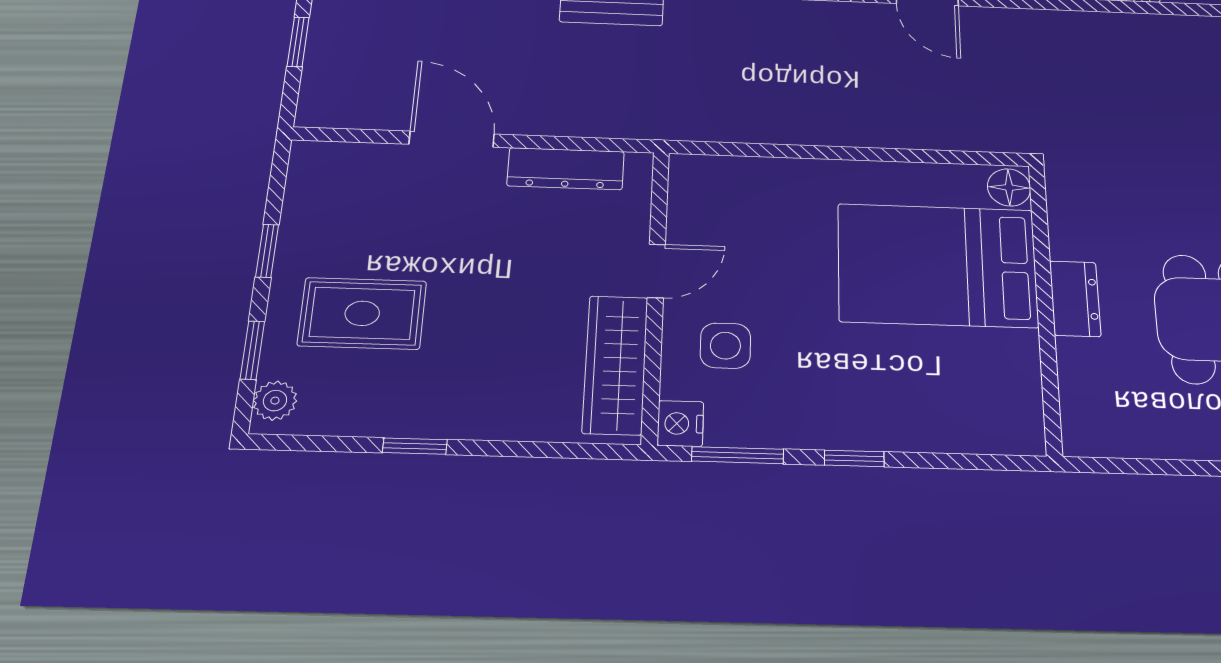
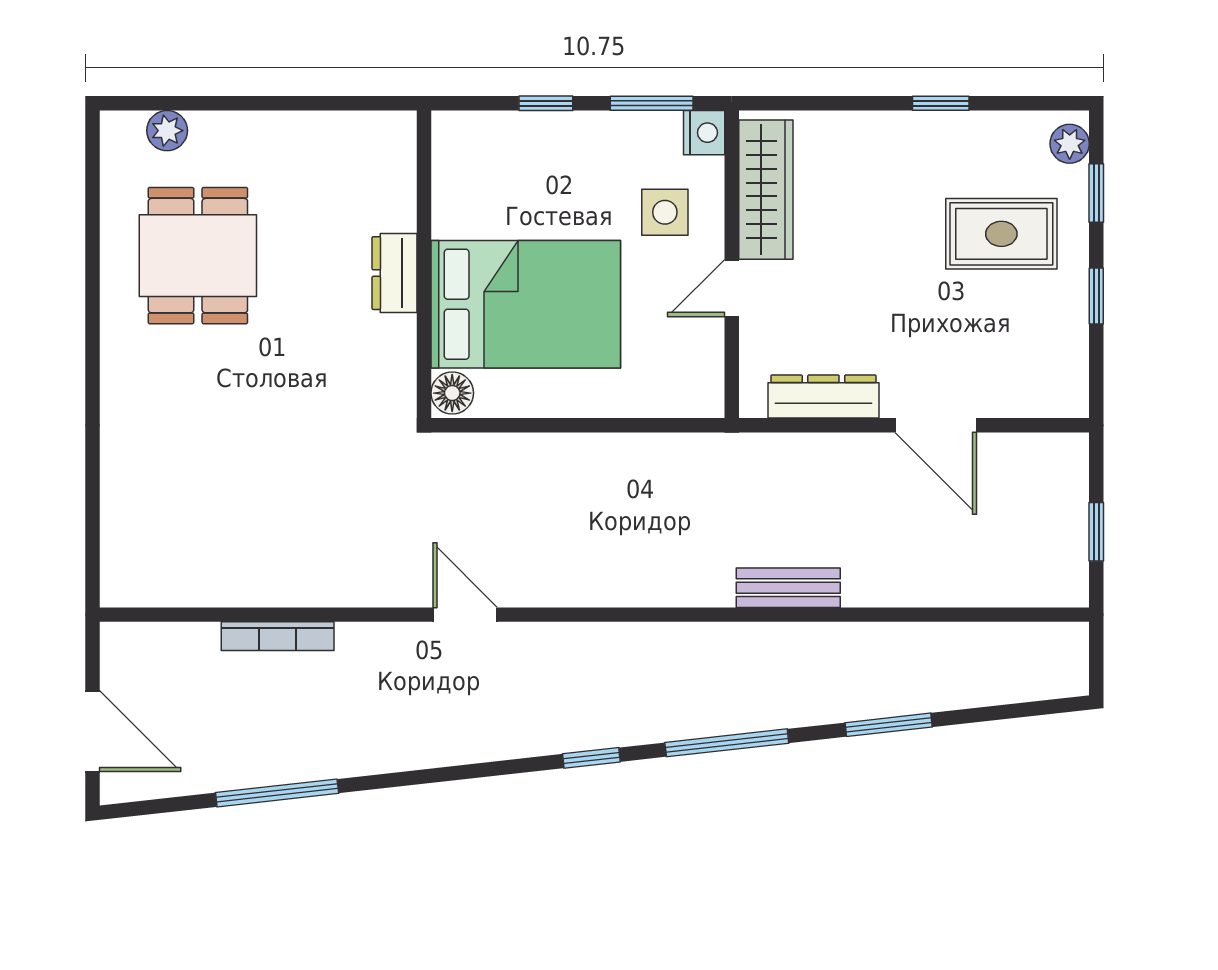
floor lamp: (1009, 187) -> (452, 393), moved
bed: (937, 265) -> (526, 304), moved
dresser: (1075, 299) -> (395, 273), moved
wall: (1045, 306) -> (424, 264), moved

